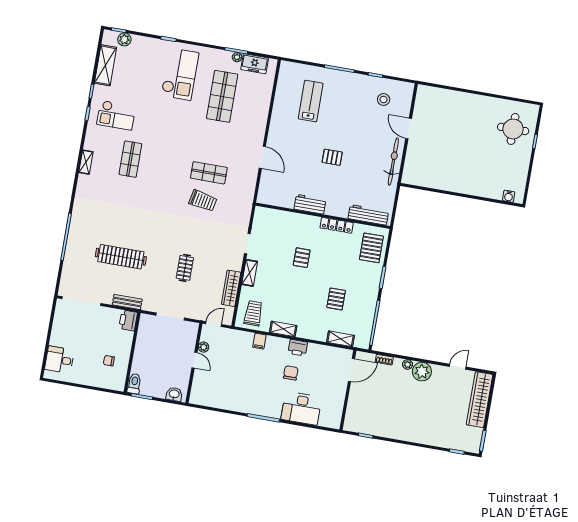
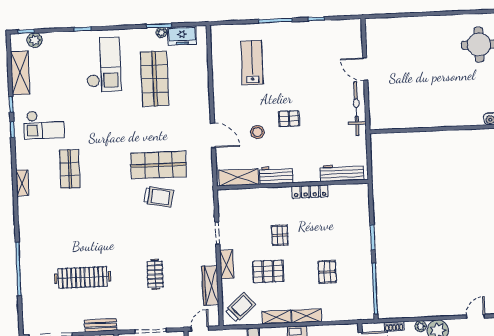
stool: (384, 100) -> (257, 132), moved
shop shelf: (209, 173) -> (158, 165), width x1.43, depth x1.36
shelving: (277, 199) -> (239, 177), added
pallet: (371, 248) -> (268, 271), moved, turned 90
trolley: (253, 313) -> (240, 307), turned 49
shelving: (341, 339) -> (307, 316), moved

